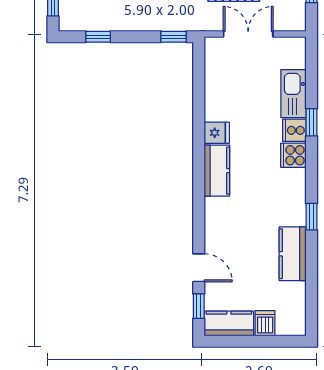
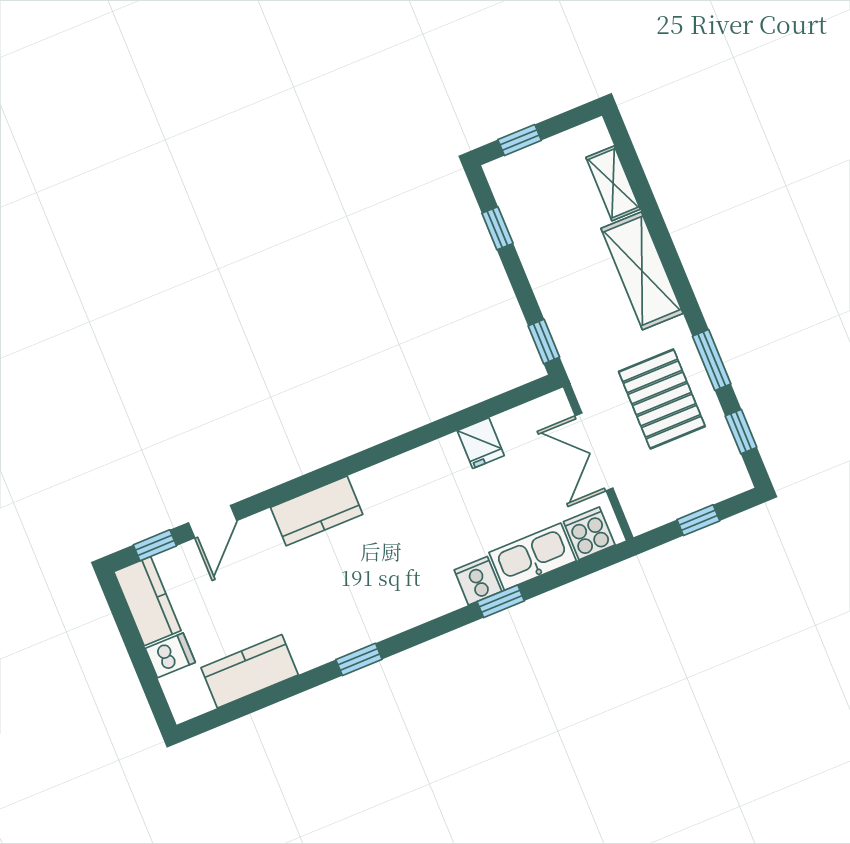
double door: (248, 34) -> (594, 452), swing flipped
fridge: (217, 133) -> (481, 443), moved
cooker: (293, 155) -> (589, 533), moved
kitchen counter: (217, 171) -> (317, 511), moved
kitchen counter: (293, 254) -> (250, 671), moved

